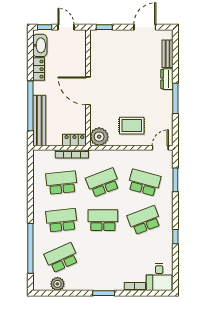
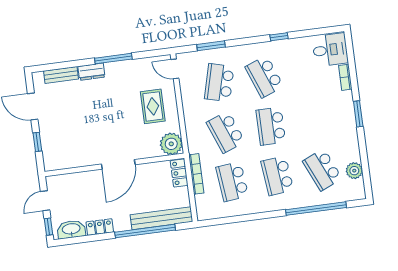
window: (104, 27) -> (37, 142), moved

